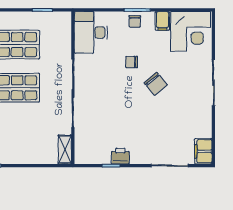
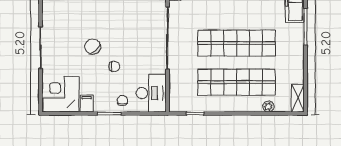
chair: (135, 21) -> (122, 101), moved

